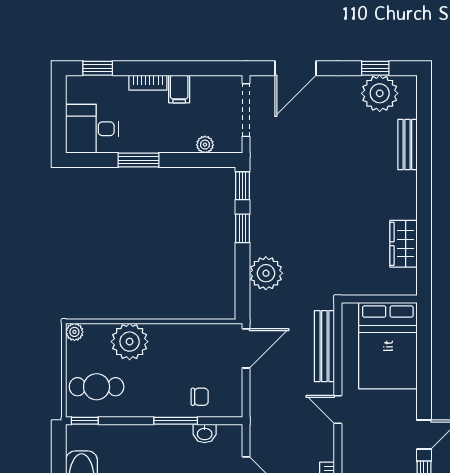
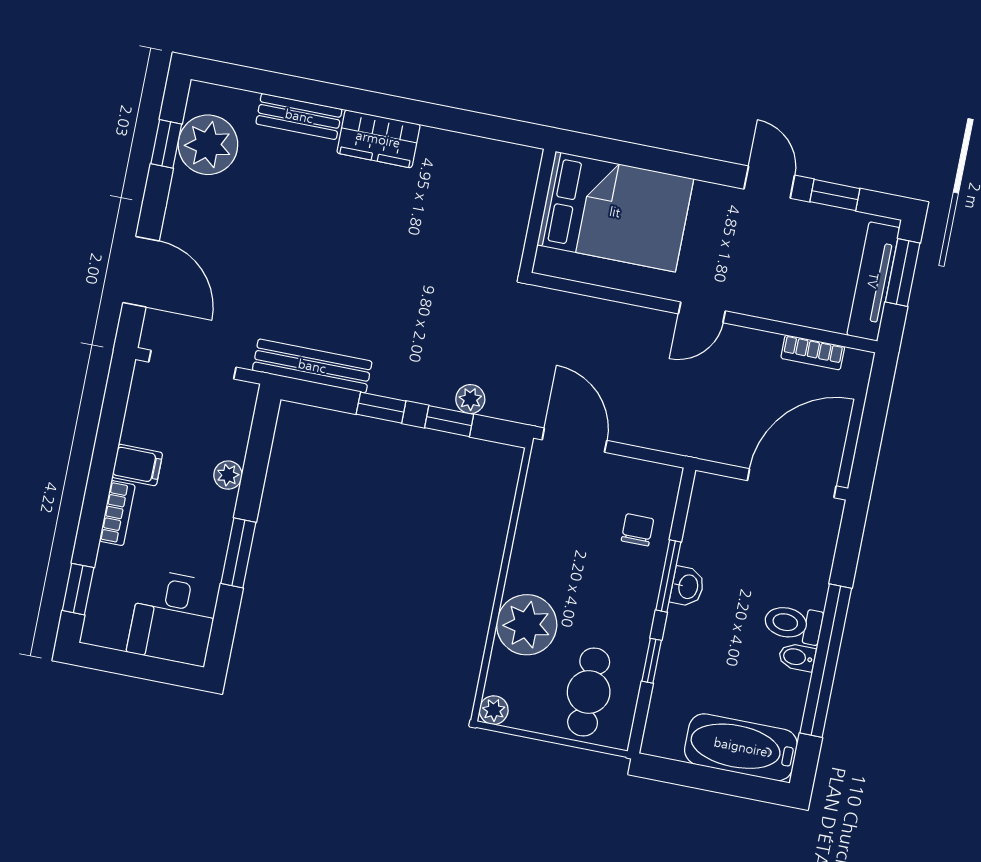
plant: (205, 145) -> (228, 475), moved
window: (243, 186) -> (449, 421), moved
wardrobe: (403, 244) -> (378, 139), moved
plant: (266, 273) -> (470, 399), width x0.53, depth x0.53
bench: (324, 346) -> (312, 366), moved
window: (85, 421) -> (652, 661), moved
washbasin: (205, 433) -> (687, 587), moved

